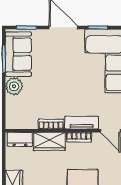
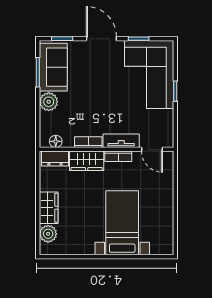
floor lamp: (21, 123) -> (56, 141), added

